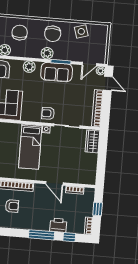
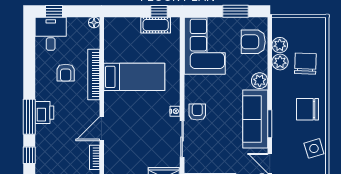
chair: (20, 33) -> (305, 64), turned -88
plant: (47, 53) -> (280, 62), moved
sofa: (57, 72) -> (255, 119), width x1.36
bed: (30, 147) -> (134, 77), moved, turned 180
printer: (58, 225) -> (44, 113), moved

